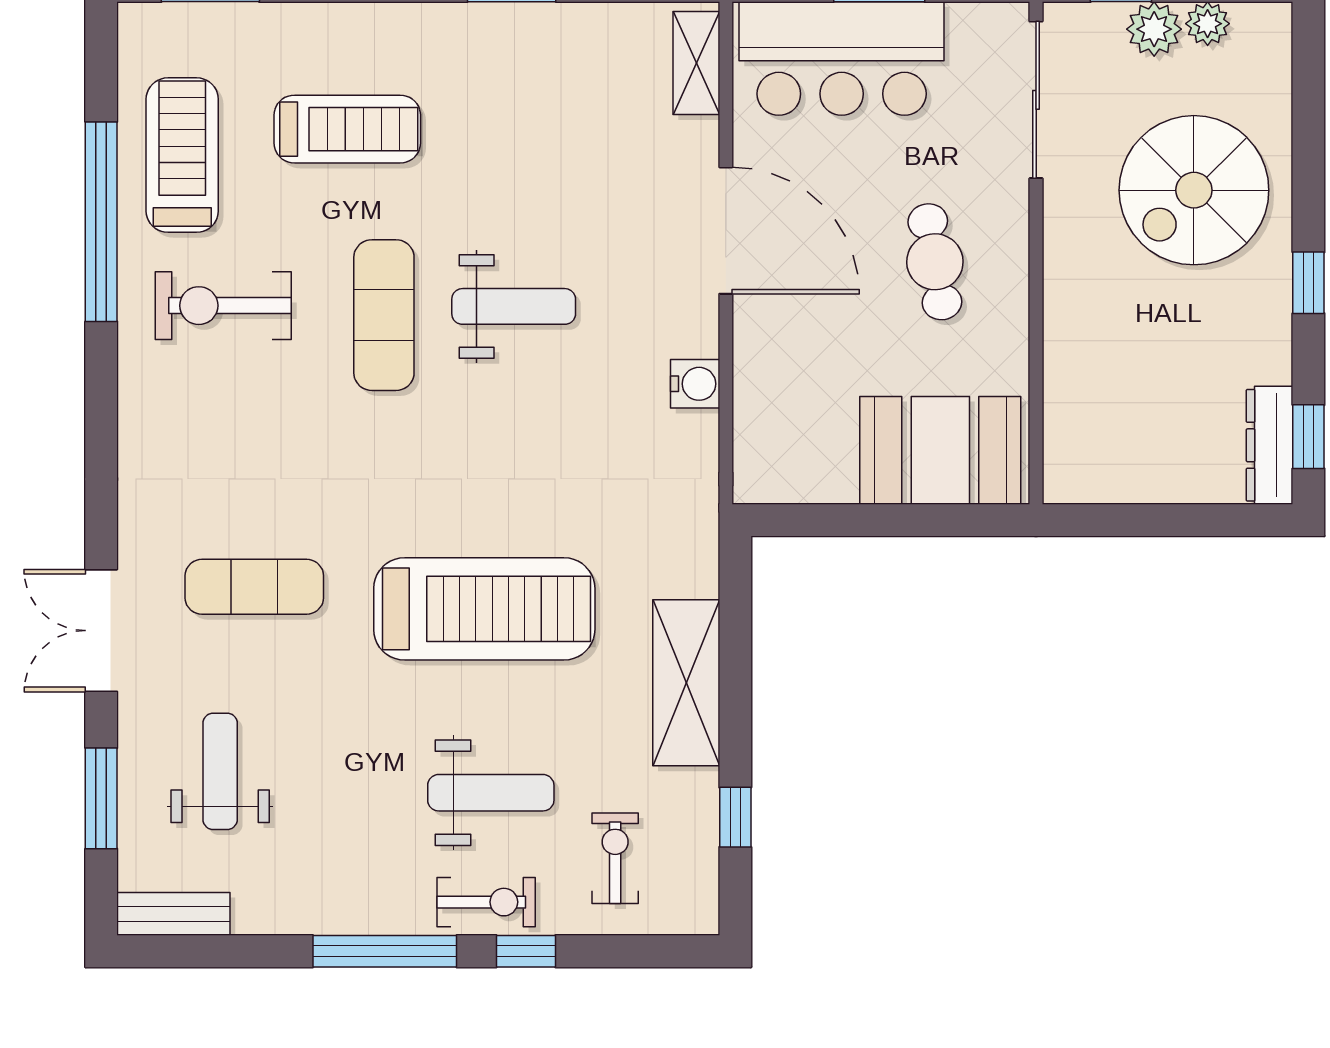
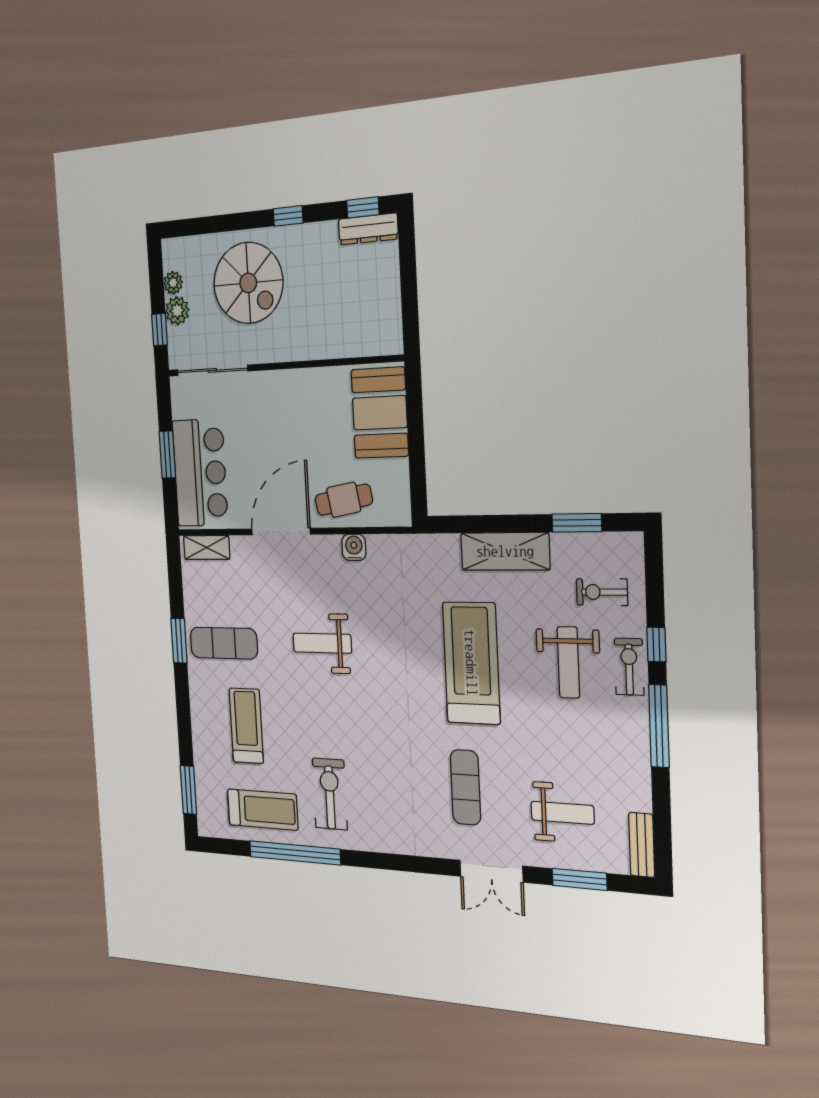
treadmill: (182, 155) -> (263, 810), turned 180
cafe table: (935, 262) -> (344, 500), moved
exercise bike: (223, 306) -> (330, 794), turned 180
weight bench: (514, 306) -> (322, 643), turned -90
exercise mat: (384, 315) -> (224, 643), moved
weight bench: (220, 771) -> (562, 813), turned 180
weight bench: (491, 793) -> (568, 662), turned 180
window: (735, 817) -> (577, 523), width x1.50

